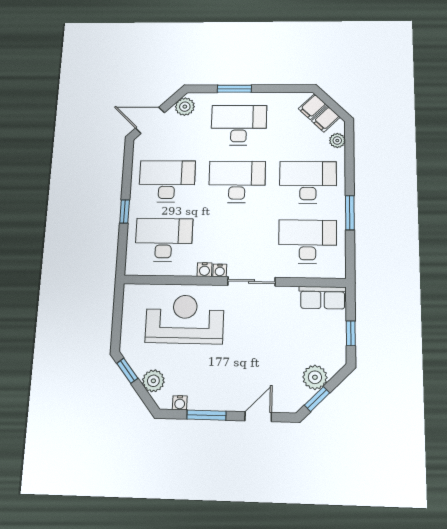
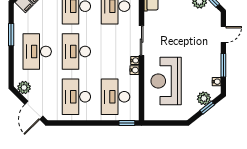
window: (234, 89) -> (11, 35), moved
window: (125, 211) -> (127, 123), moved
window: (127, 371) -> (207, 108), moved
door: (258, 417) -> (223, 35), swing flipped

